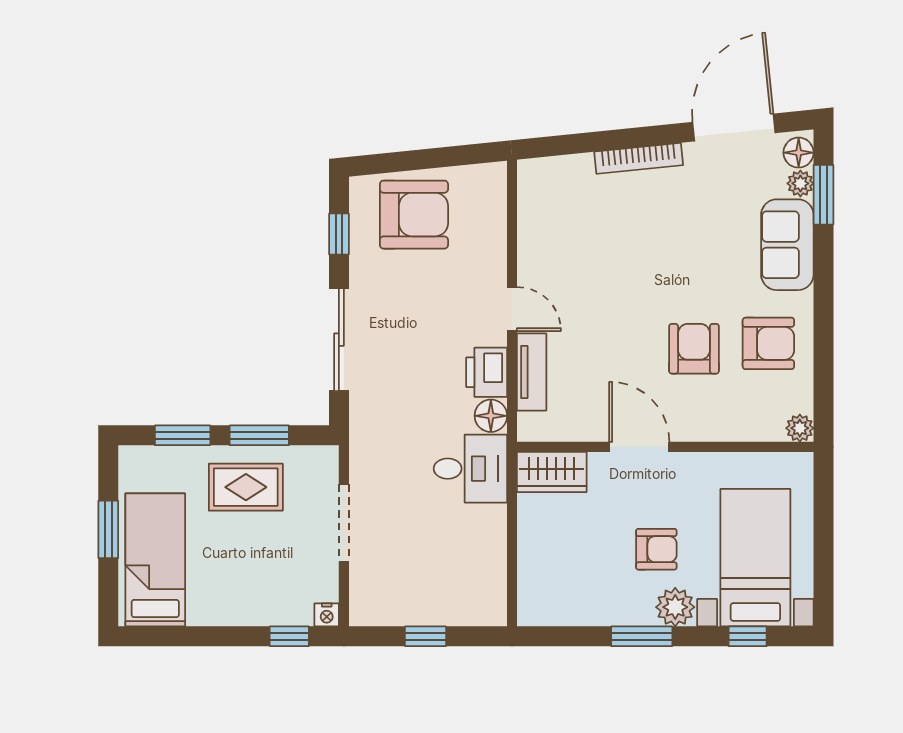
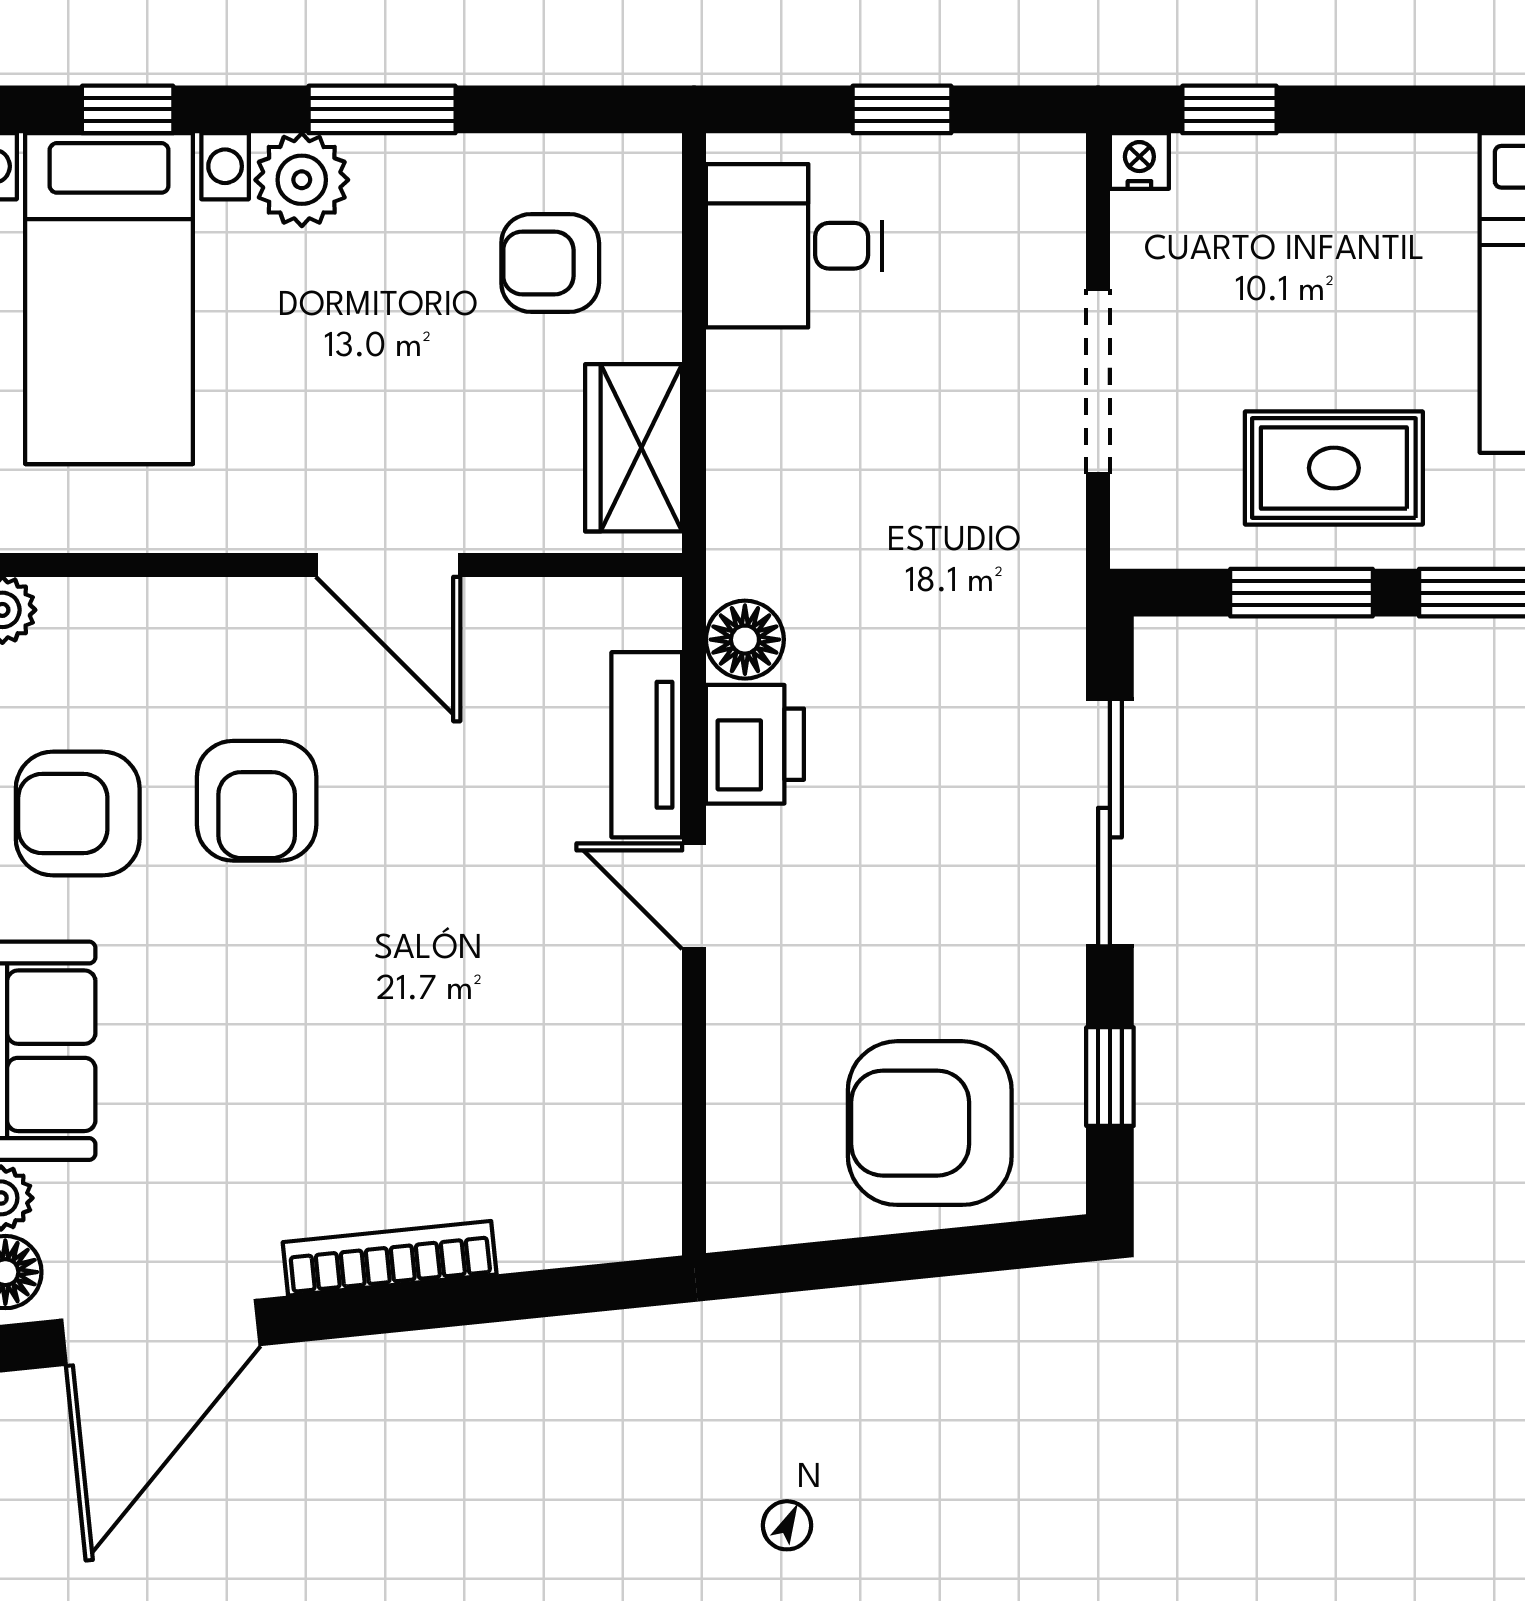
desk: (470, 469) -> (794, 246), moved
wardrobe: (552, 472) -> (634, 448), moved, turned -90
armchair: (656, 549) -> (550, 263), moved

